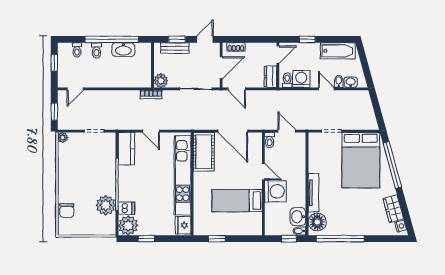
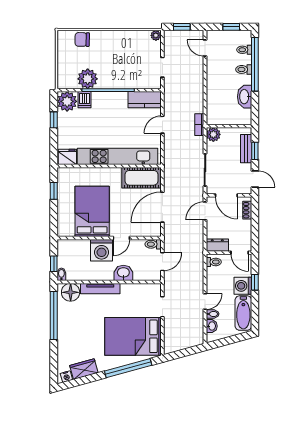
window: (112, 39) -> (255, 64), moved
washing machine: (301, 79) -> (243, 286), moved, turned 180
bed: (237, 201) -> (92, 211), width x1.50
washbasin: (298, 217) -> (123, 273), moved

